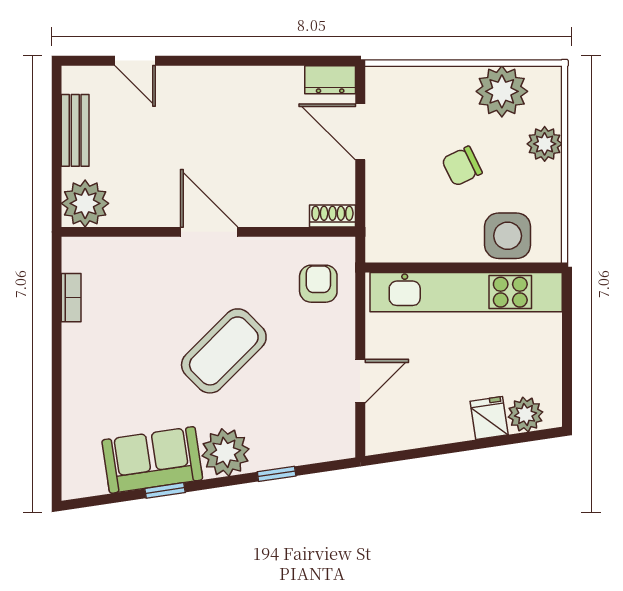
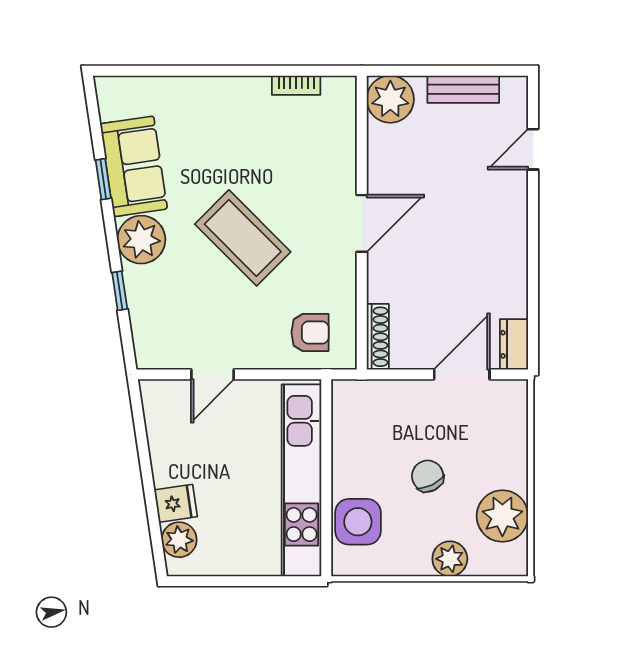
shoe rack: (332, 216) -> (378, 337), width x1.43
door: (360, 381) -> (212, 374), hinge flipped

